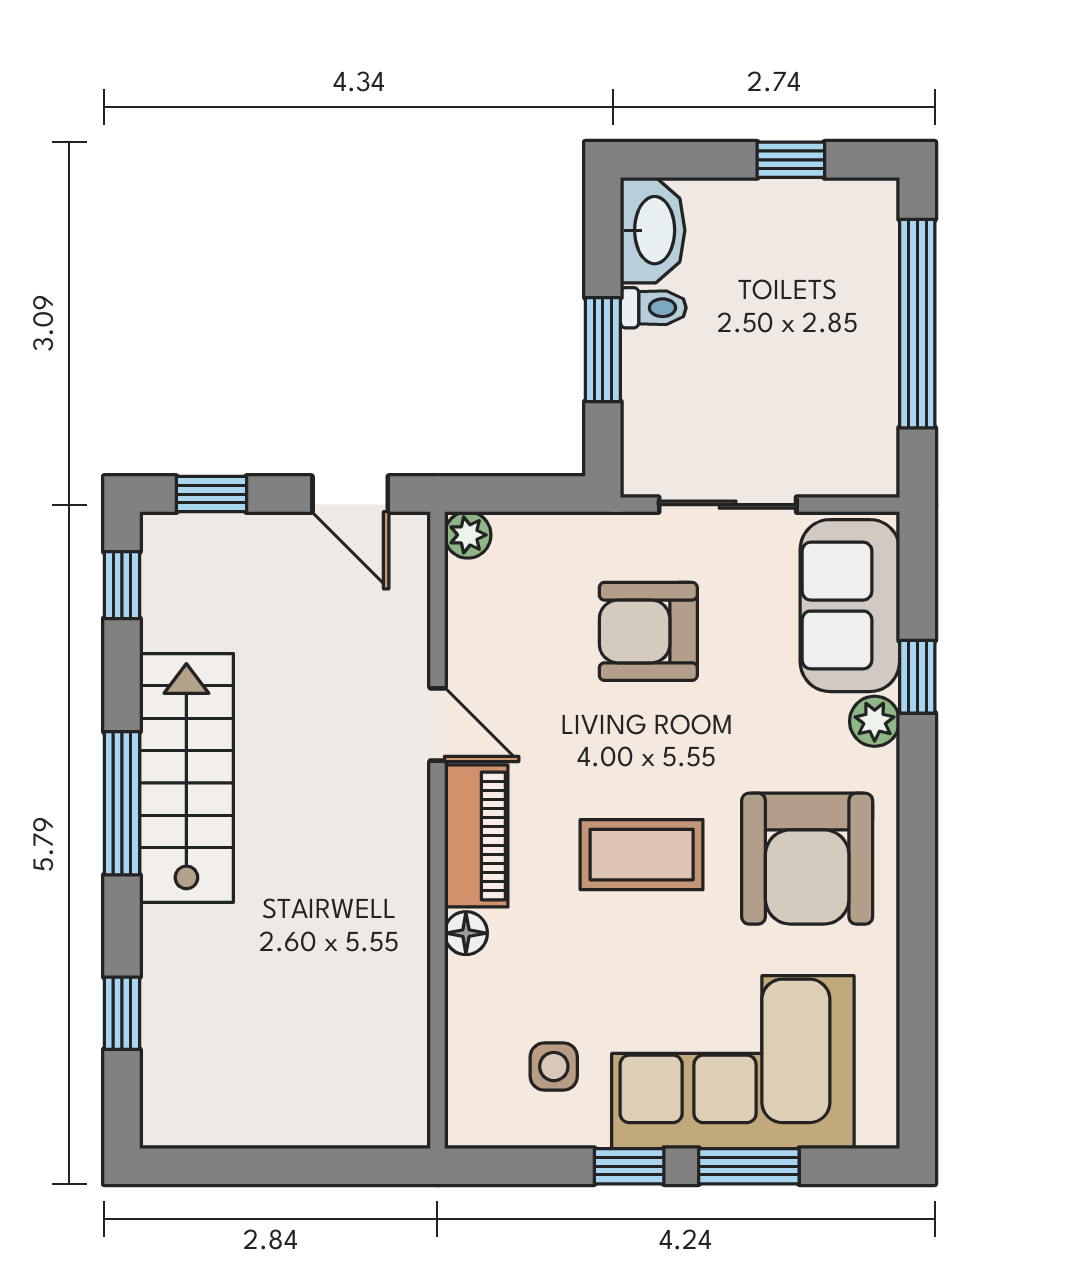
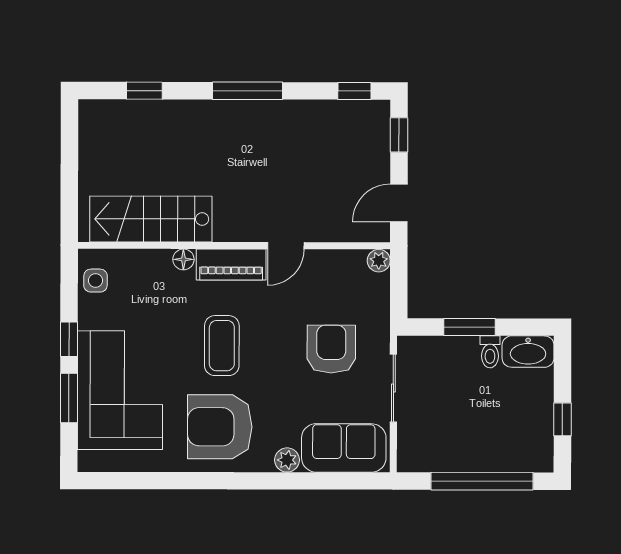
window: (917, 677) -> (309, 481), removed
stairs: (186, 778) -> (151, 219), moved, turned 180
side table: (554, 1067) -> (96, 281), moved

